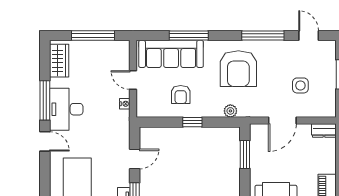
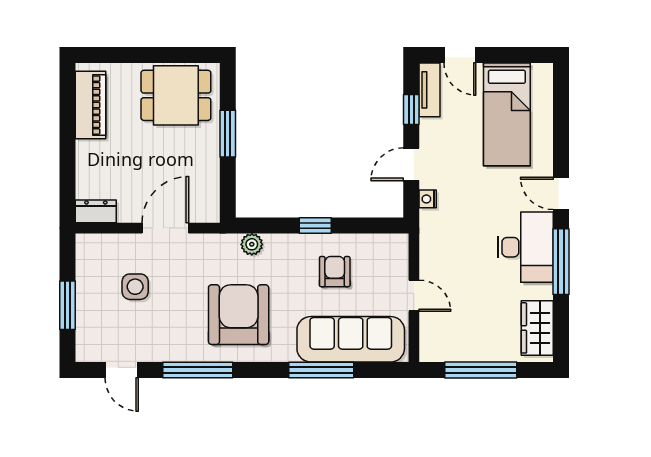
nightstand: (125, 104) -> (428, 199), moved
window: (245, 154) -> (228, 134), moved

